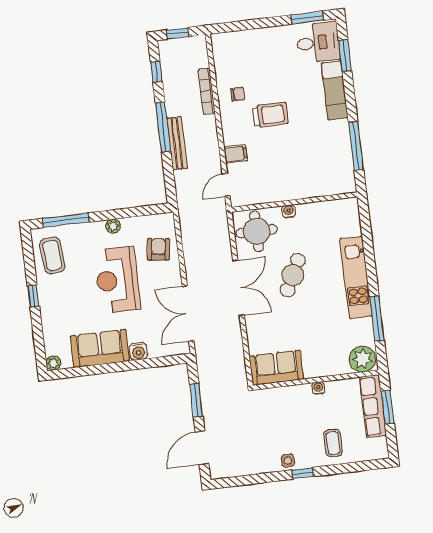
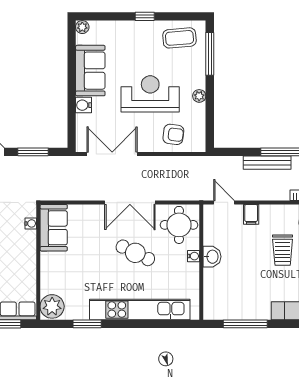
washbasin: (287, 191) -> (212, 257), added
kitchen unit: (356, 277) -> (140, 310), width x1.36
window: (377, 319) -> (87, 324), width x0.69
water cooler: (318, 388) -> (31, 223), moved

